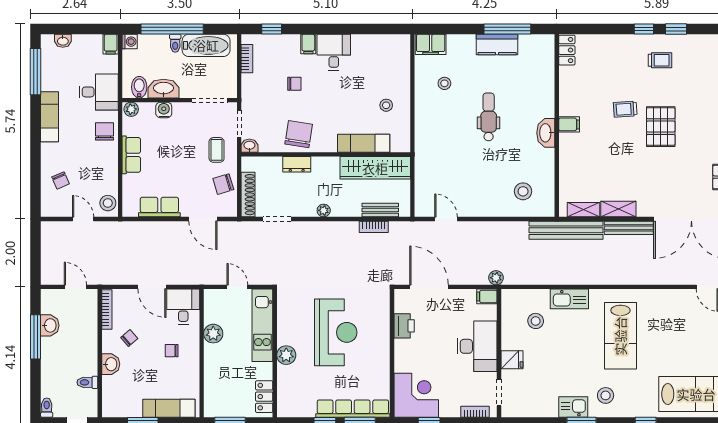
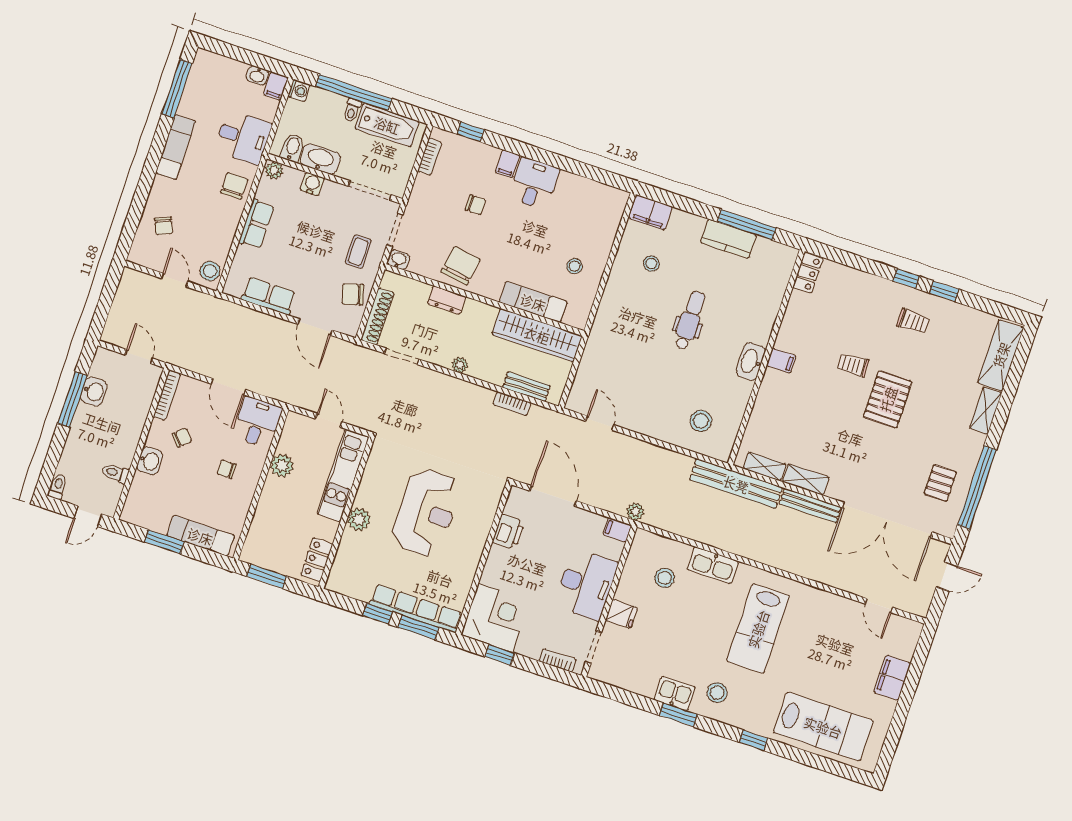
washbasin: (63, 41) -> (257, 75), moved

